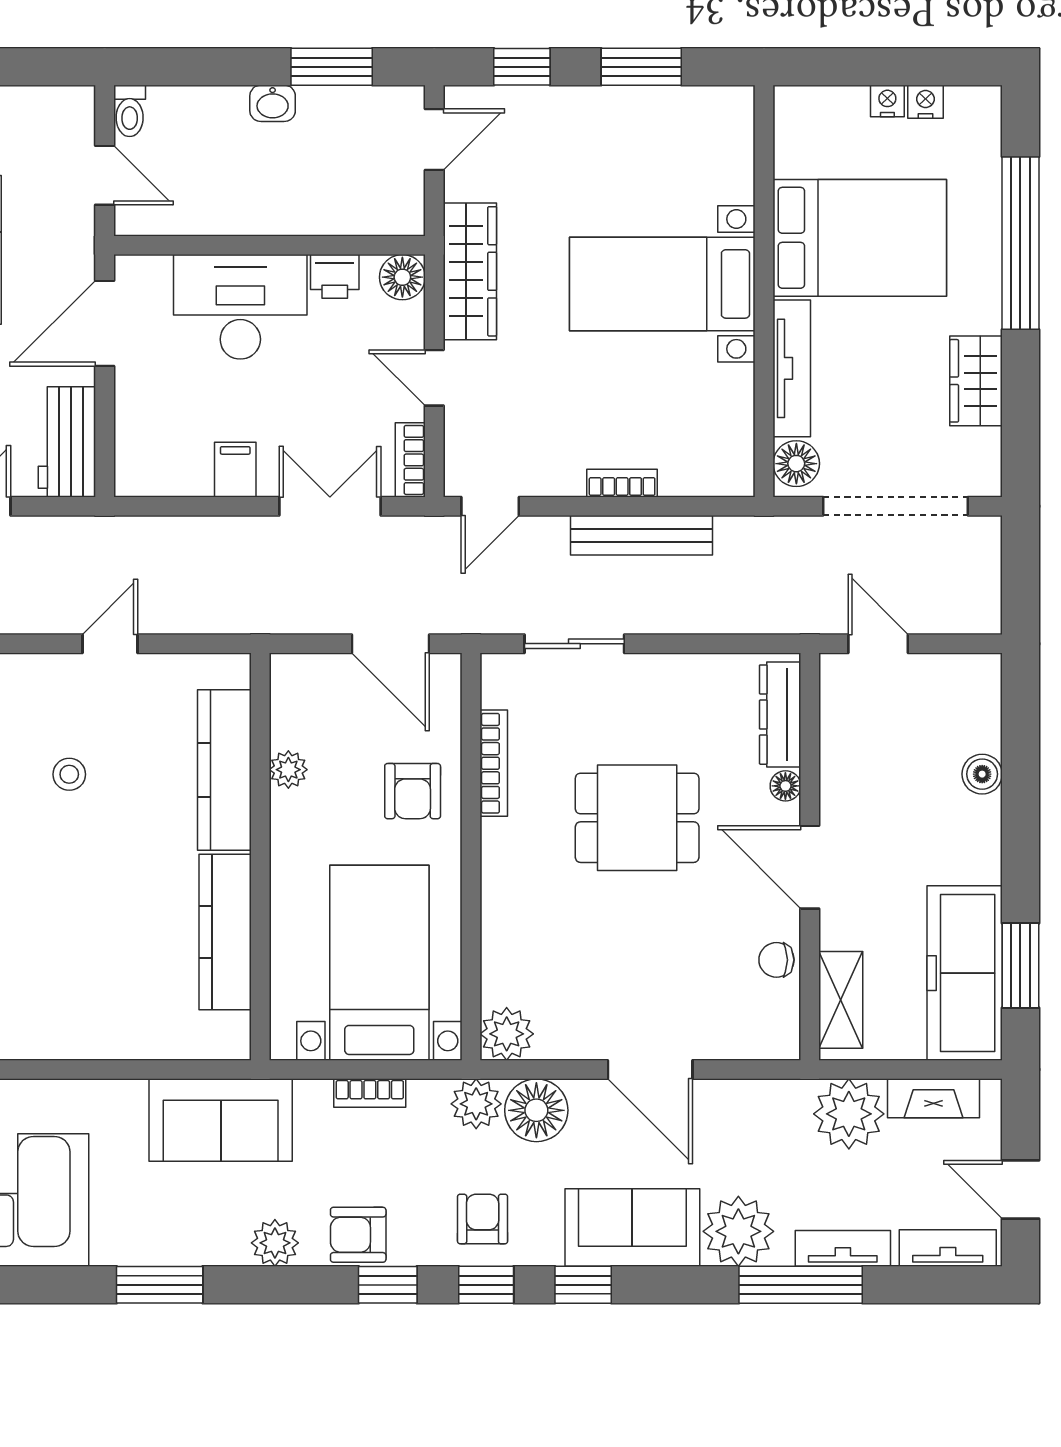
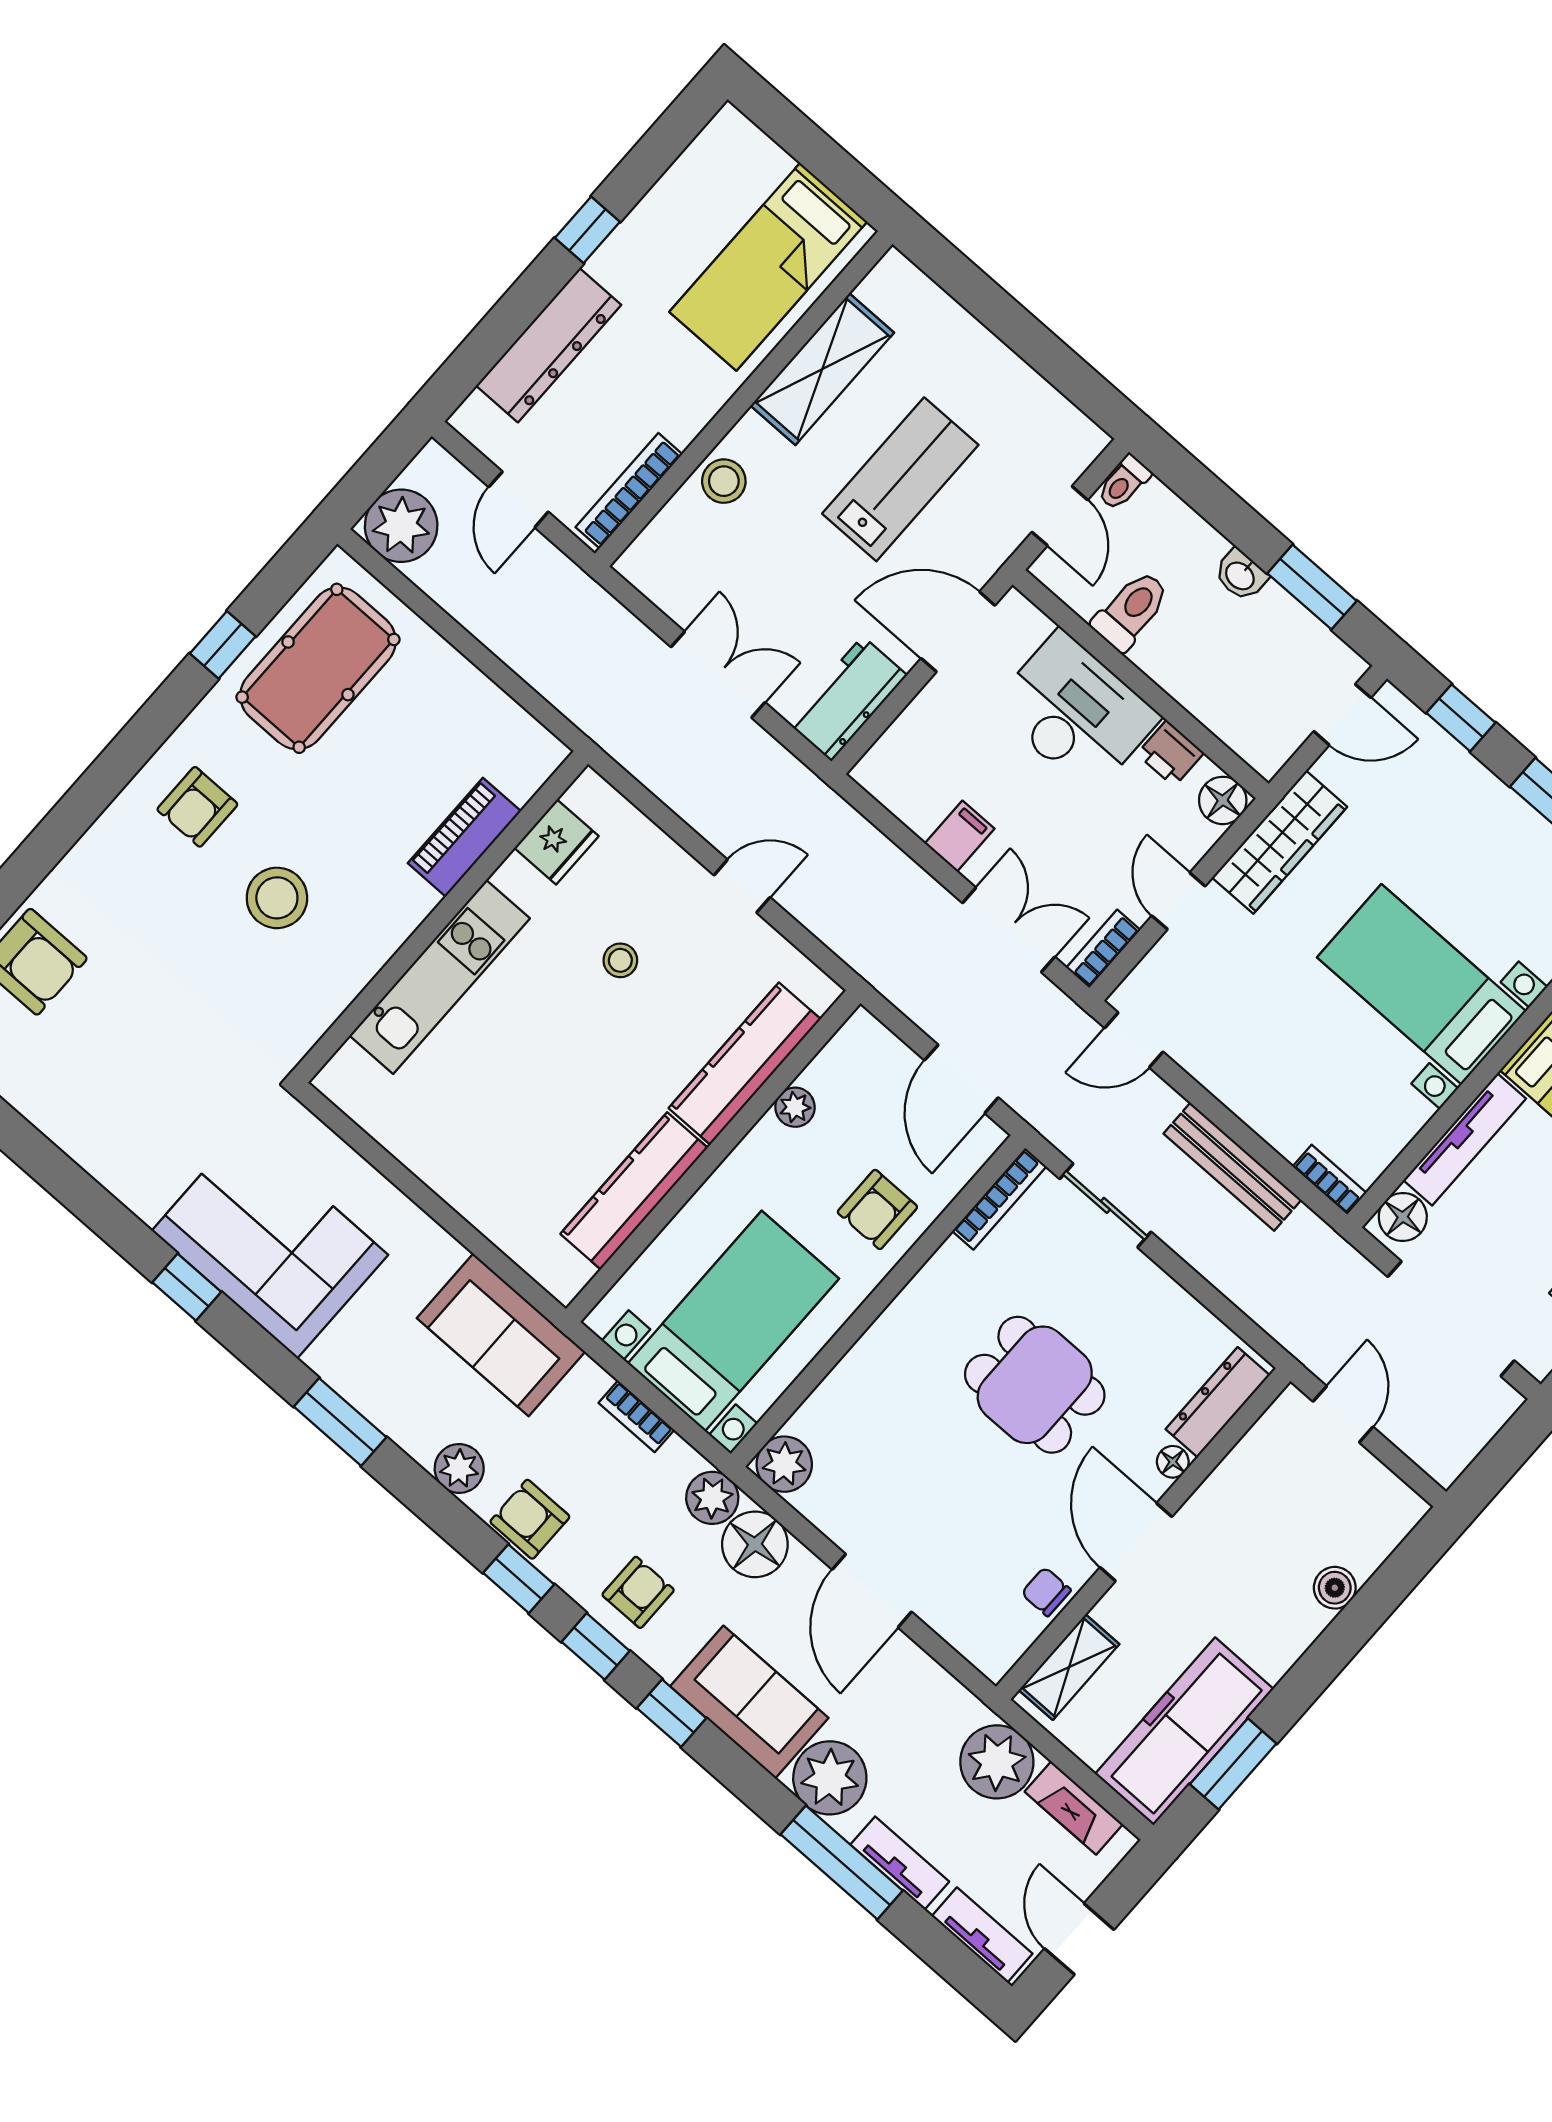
toilet: (216, 198) -> (1131, 610), added
bookcase: (622, 483) -> (1329, 1180), moved
bookcase: (494, 763) -> (999, 1199), moved

